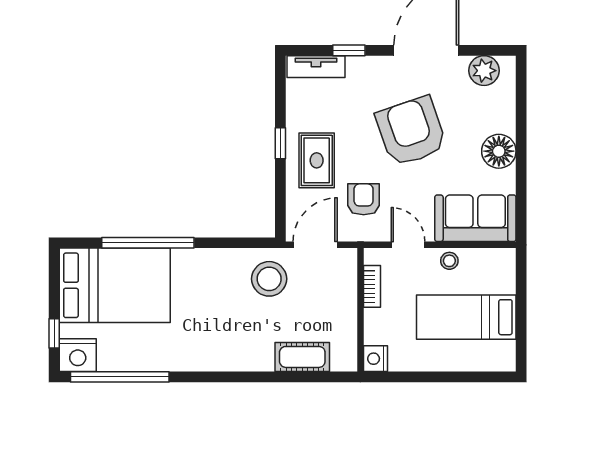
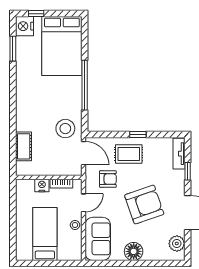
window: (148, 243) -> (85, 85), moved
nightstand: (375, 359) -> (42, 185), moved
window: (120, 377) -> (13, 49), width x0.47

